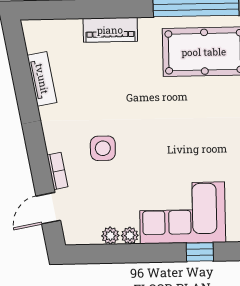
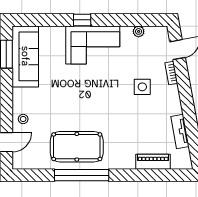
piano: (110, 30) -> (153, 162), moved
plant: (130, 236) -> (126, 31), removed

